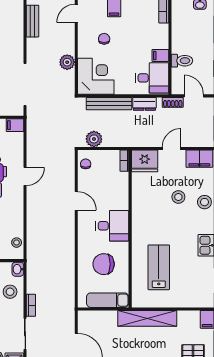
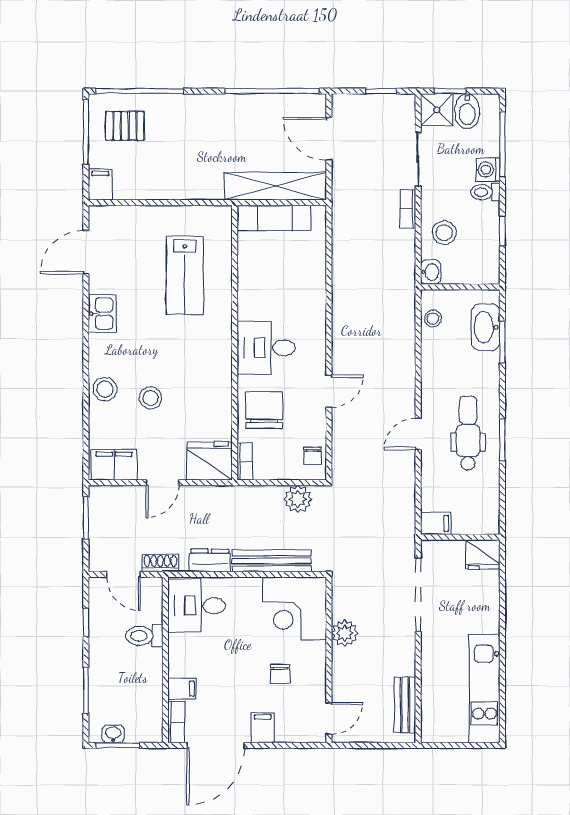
filing cabinet: (160, 55) -> (182, 689), moved
door: (76, 201) -> (329, 391), swing flipped
chair: (104, 264) -> (264, 410), moved, turned -90
shelving: (147, 318) -> (275, 186), moved

